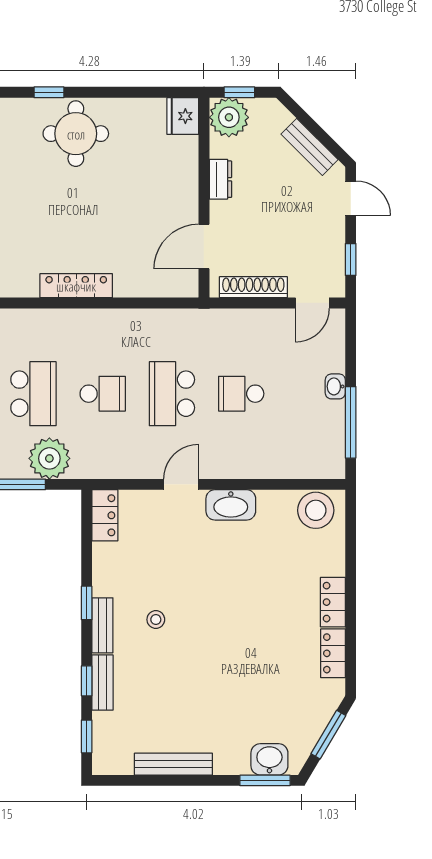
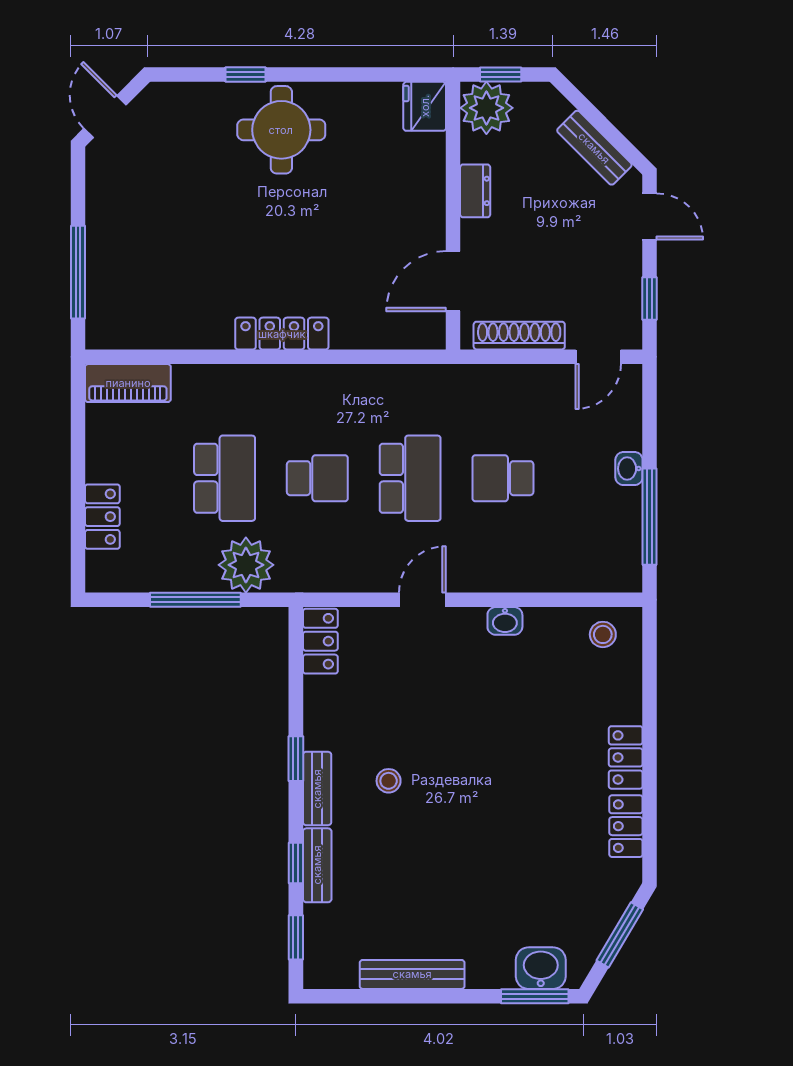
school desk: (172, 394) -> (410, 478), turned 180
washbasin: (231, 505) -> (505, 621), width x0.52, depth x0.69
stool: (316, 510) -> (603, 634), width x0.53, depth x0.53

